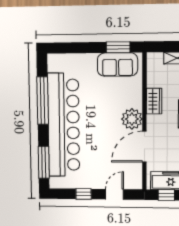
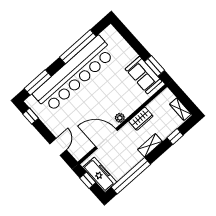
plant: (132, 119) -> (120, 118), width x0.53, depth x0.53
window: (84, 194) -> (31, 116), moved
door: (114, 194) -> (58, 147), hinge flipped

